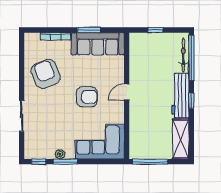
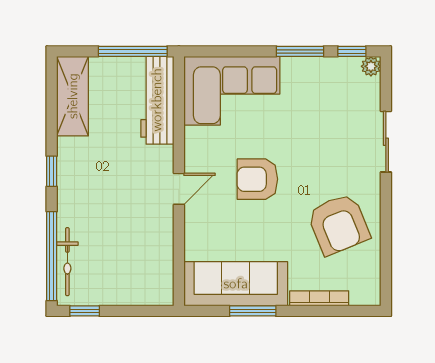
window: (155, 30) -> (85, 311), moved
workbench: (180, 96) -> (157, 100), moved, turned 180
plant: (60, 154) -> (371, 66), moved

